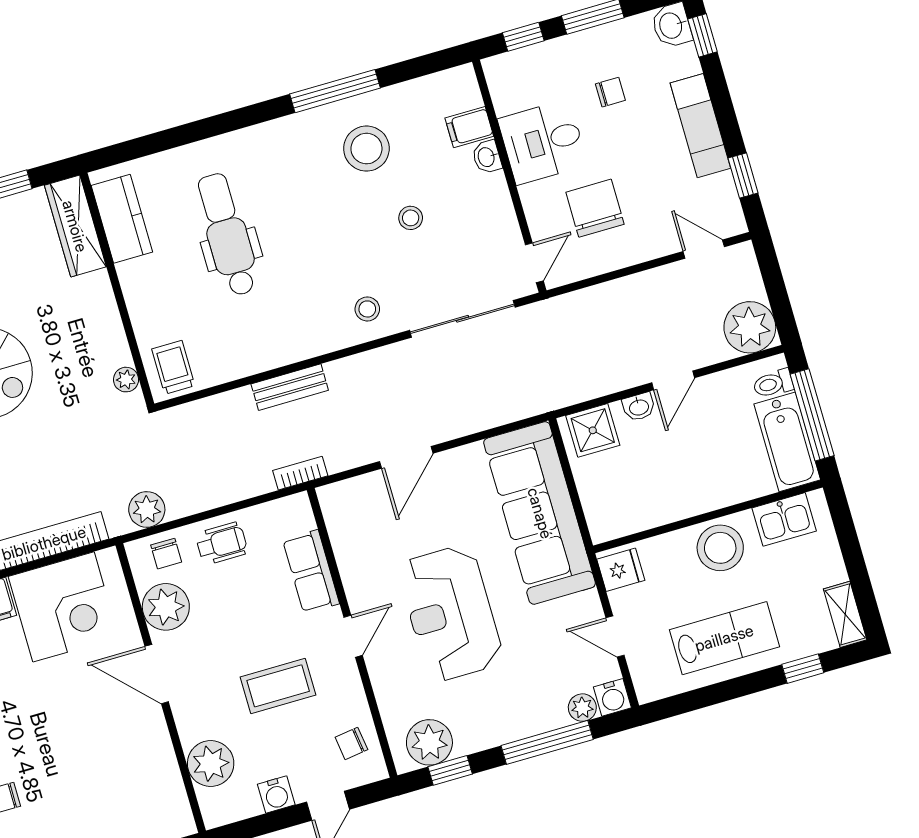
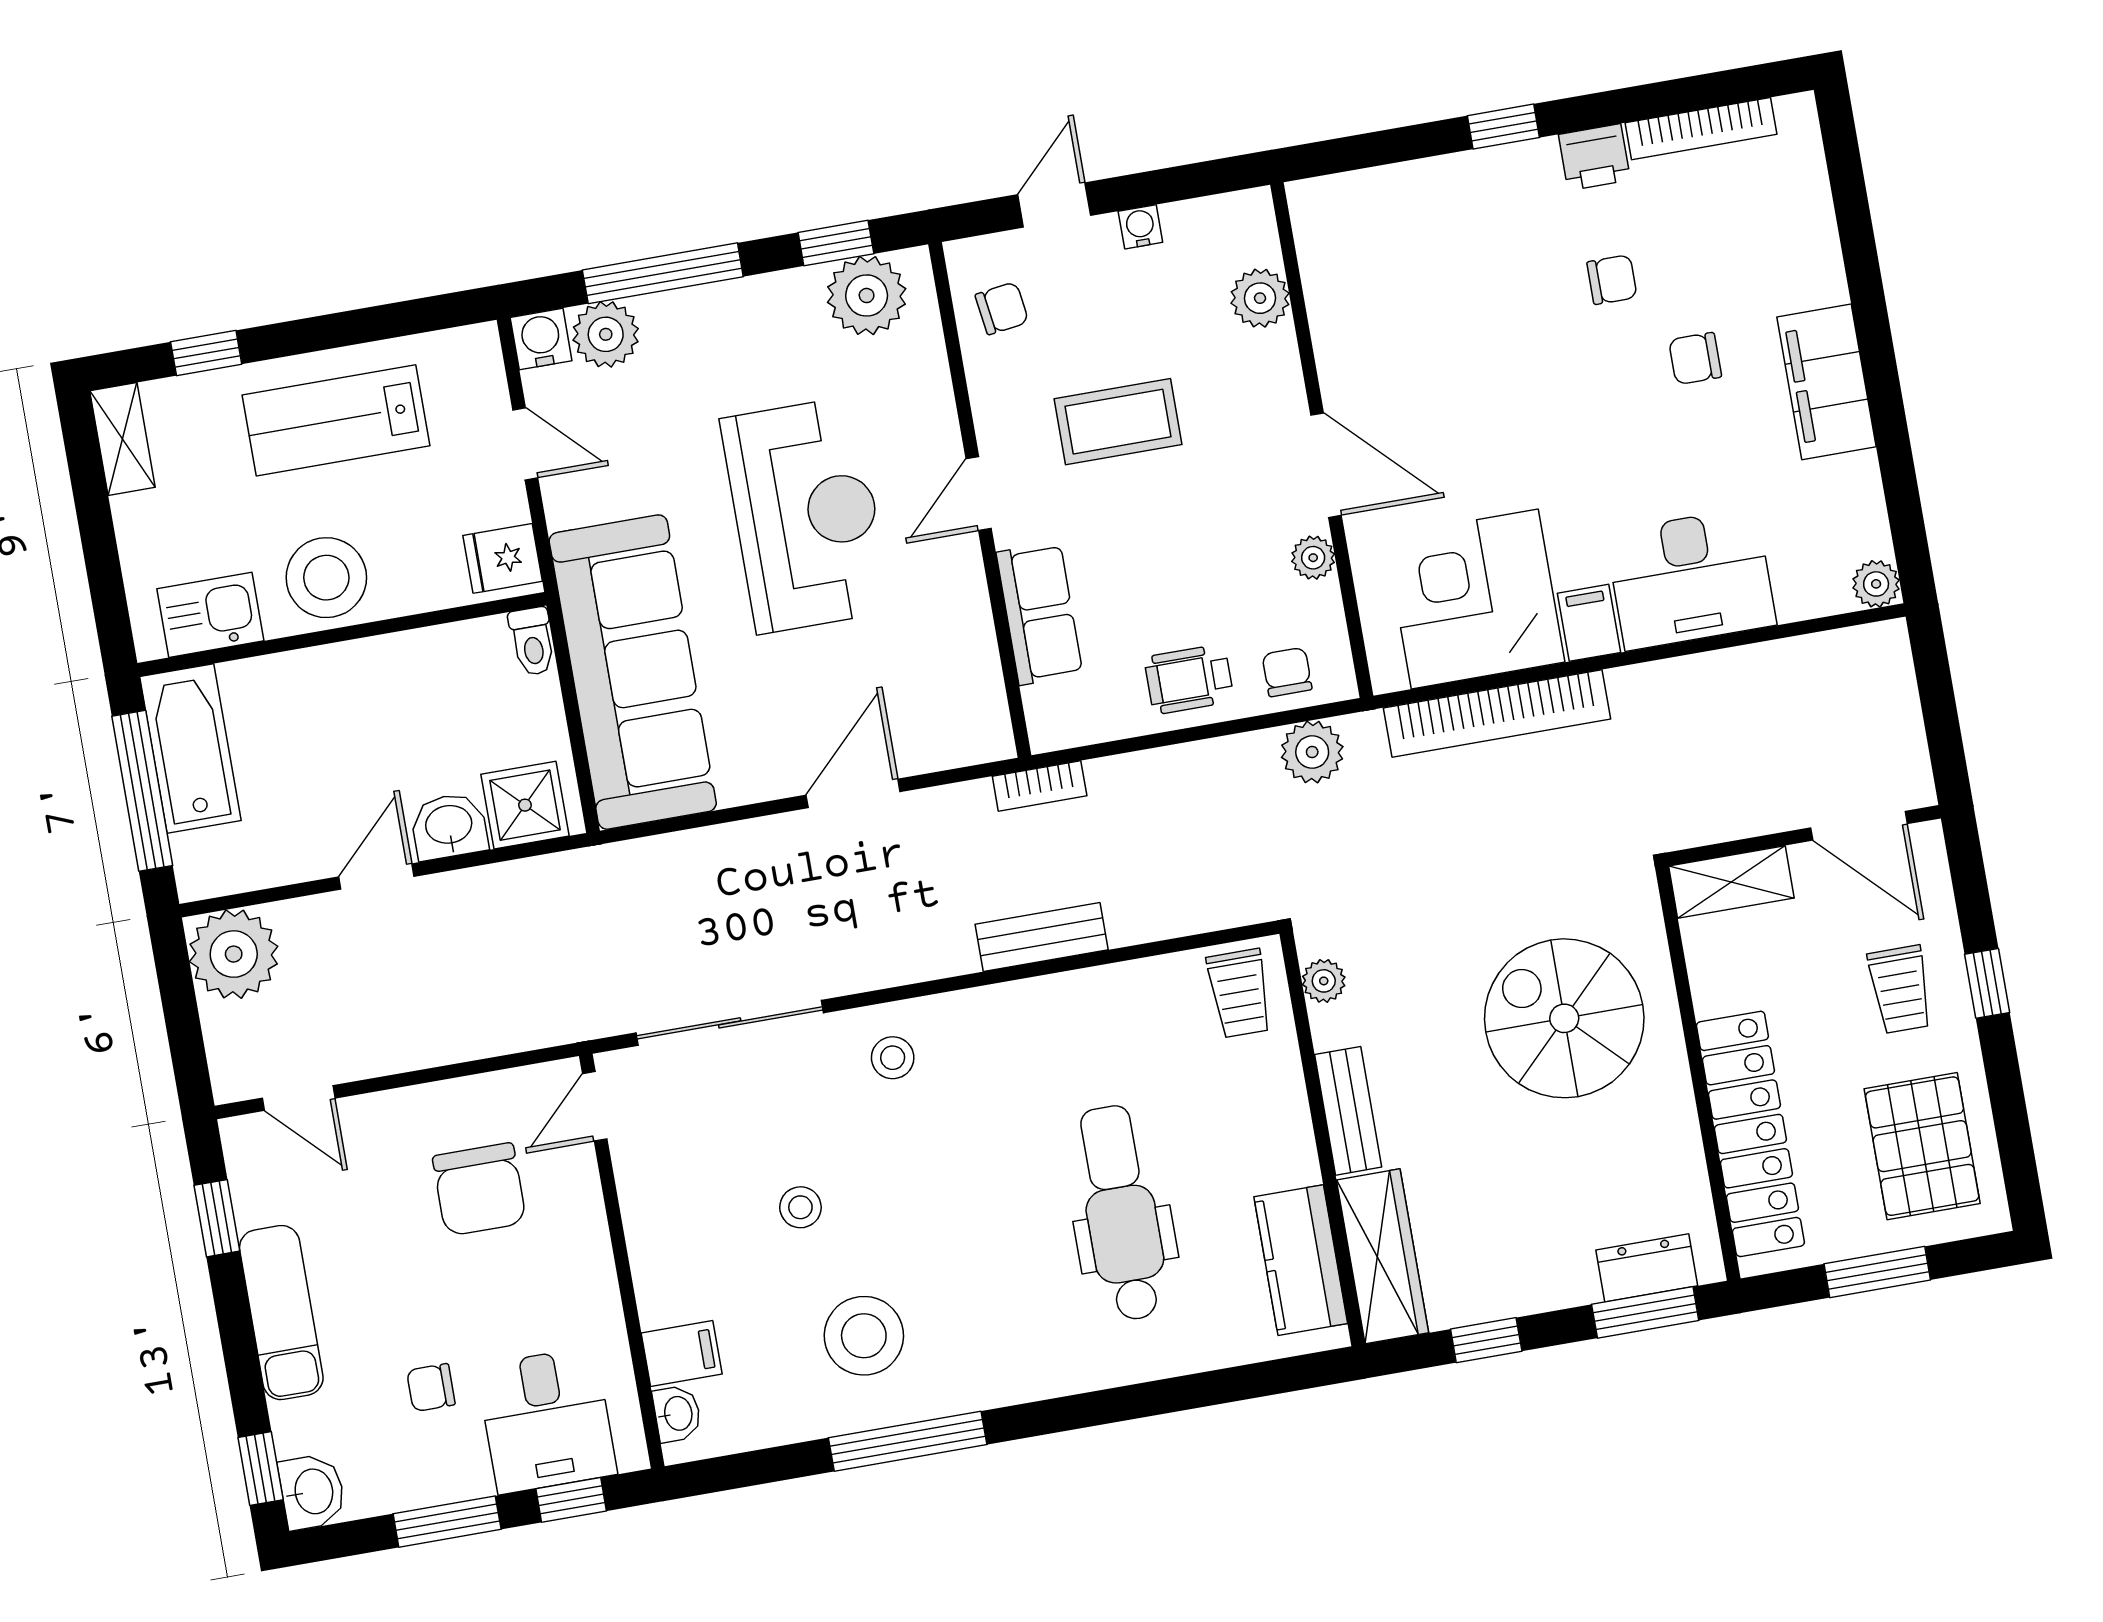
desk: (543, 142) -> (547, 1420), moved, turned 90
washbasin: (487, 157) -> (677, 1414), moved
dental chair: (227, 235) -> (1121, 1213), turned 180
bench: (104, 307) -> (1348, 1111), added
toilet: (773, 384) -> (532, 641), moved, turned 90
washbasin: (639, 407) -> (449, 826), width x1.38, depth x1.45
plant: (166, 607) -> (1313, 558), width x0.53, depth x0.53
plant: (582, 708) -> (606, 334), width x1.38, depth x1.38
plant: (211, 764) -> (1260, 298), width x0.73, depth x0.73
water cooler: (276, 794) -> (1140, 227), width x0.72, depth x0.72

